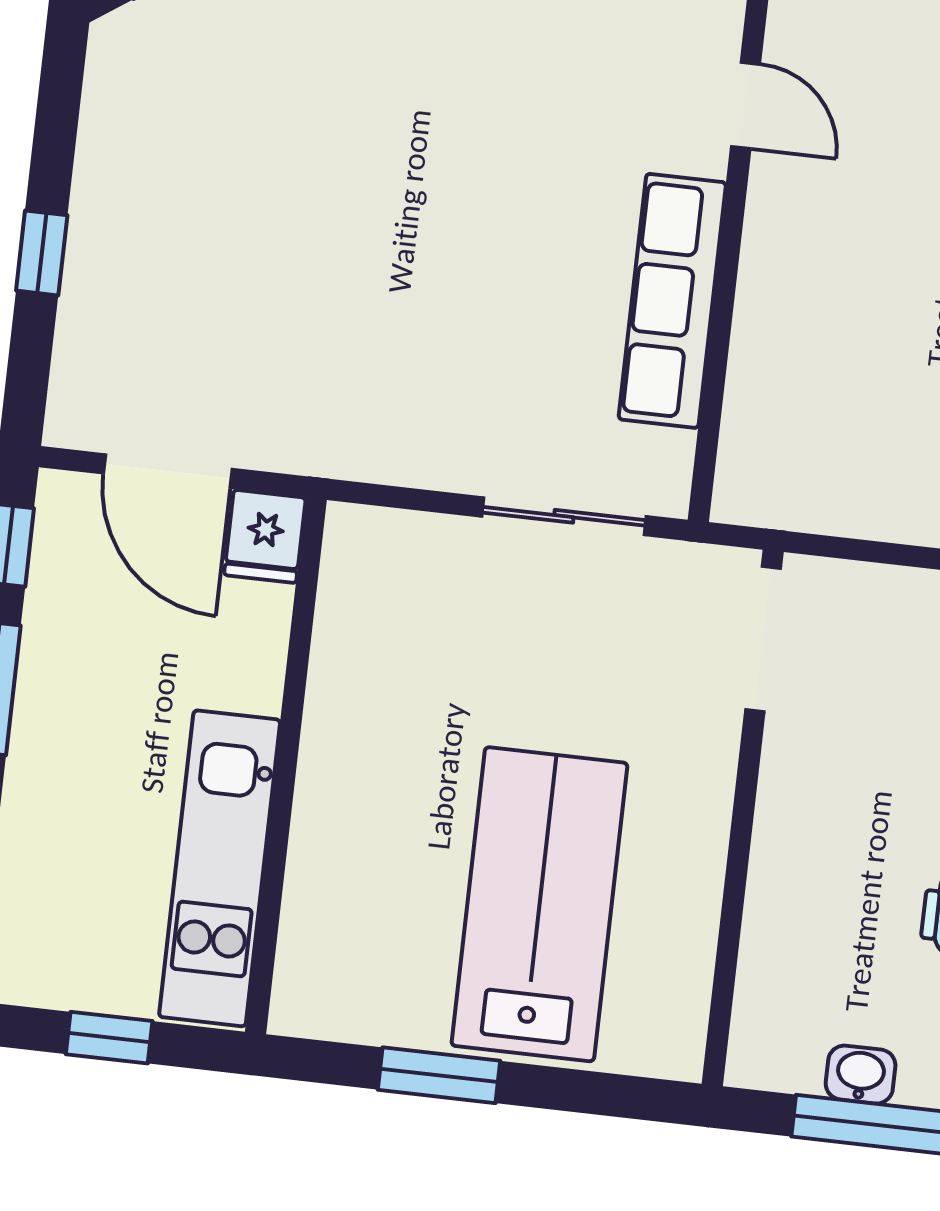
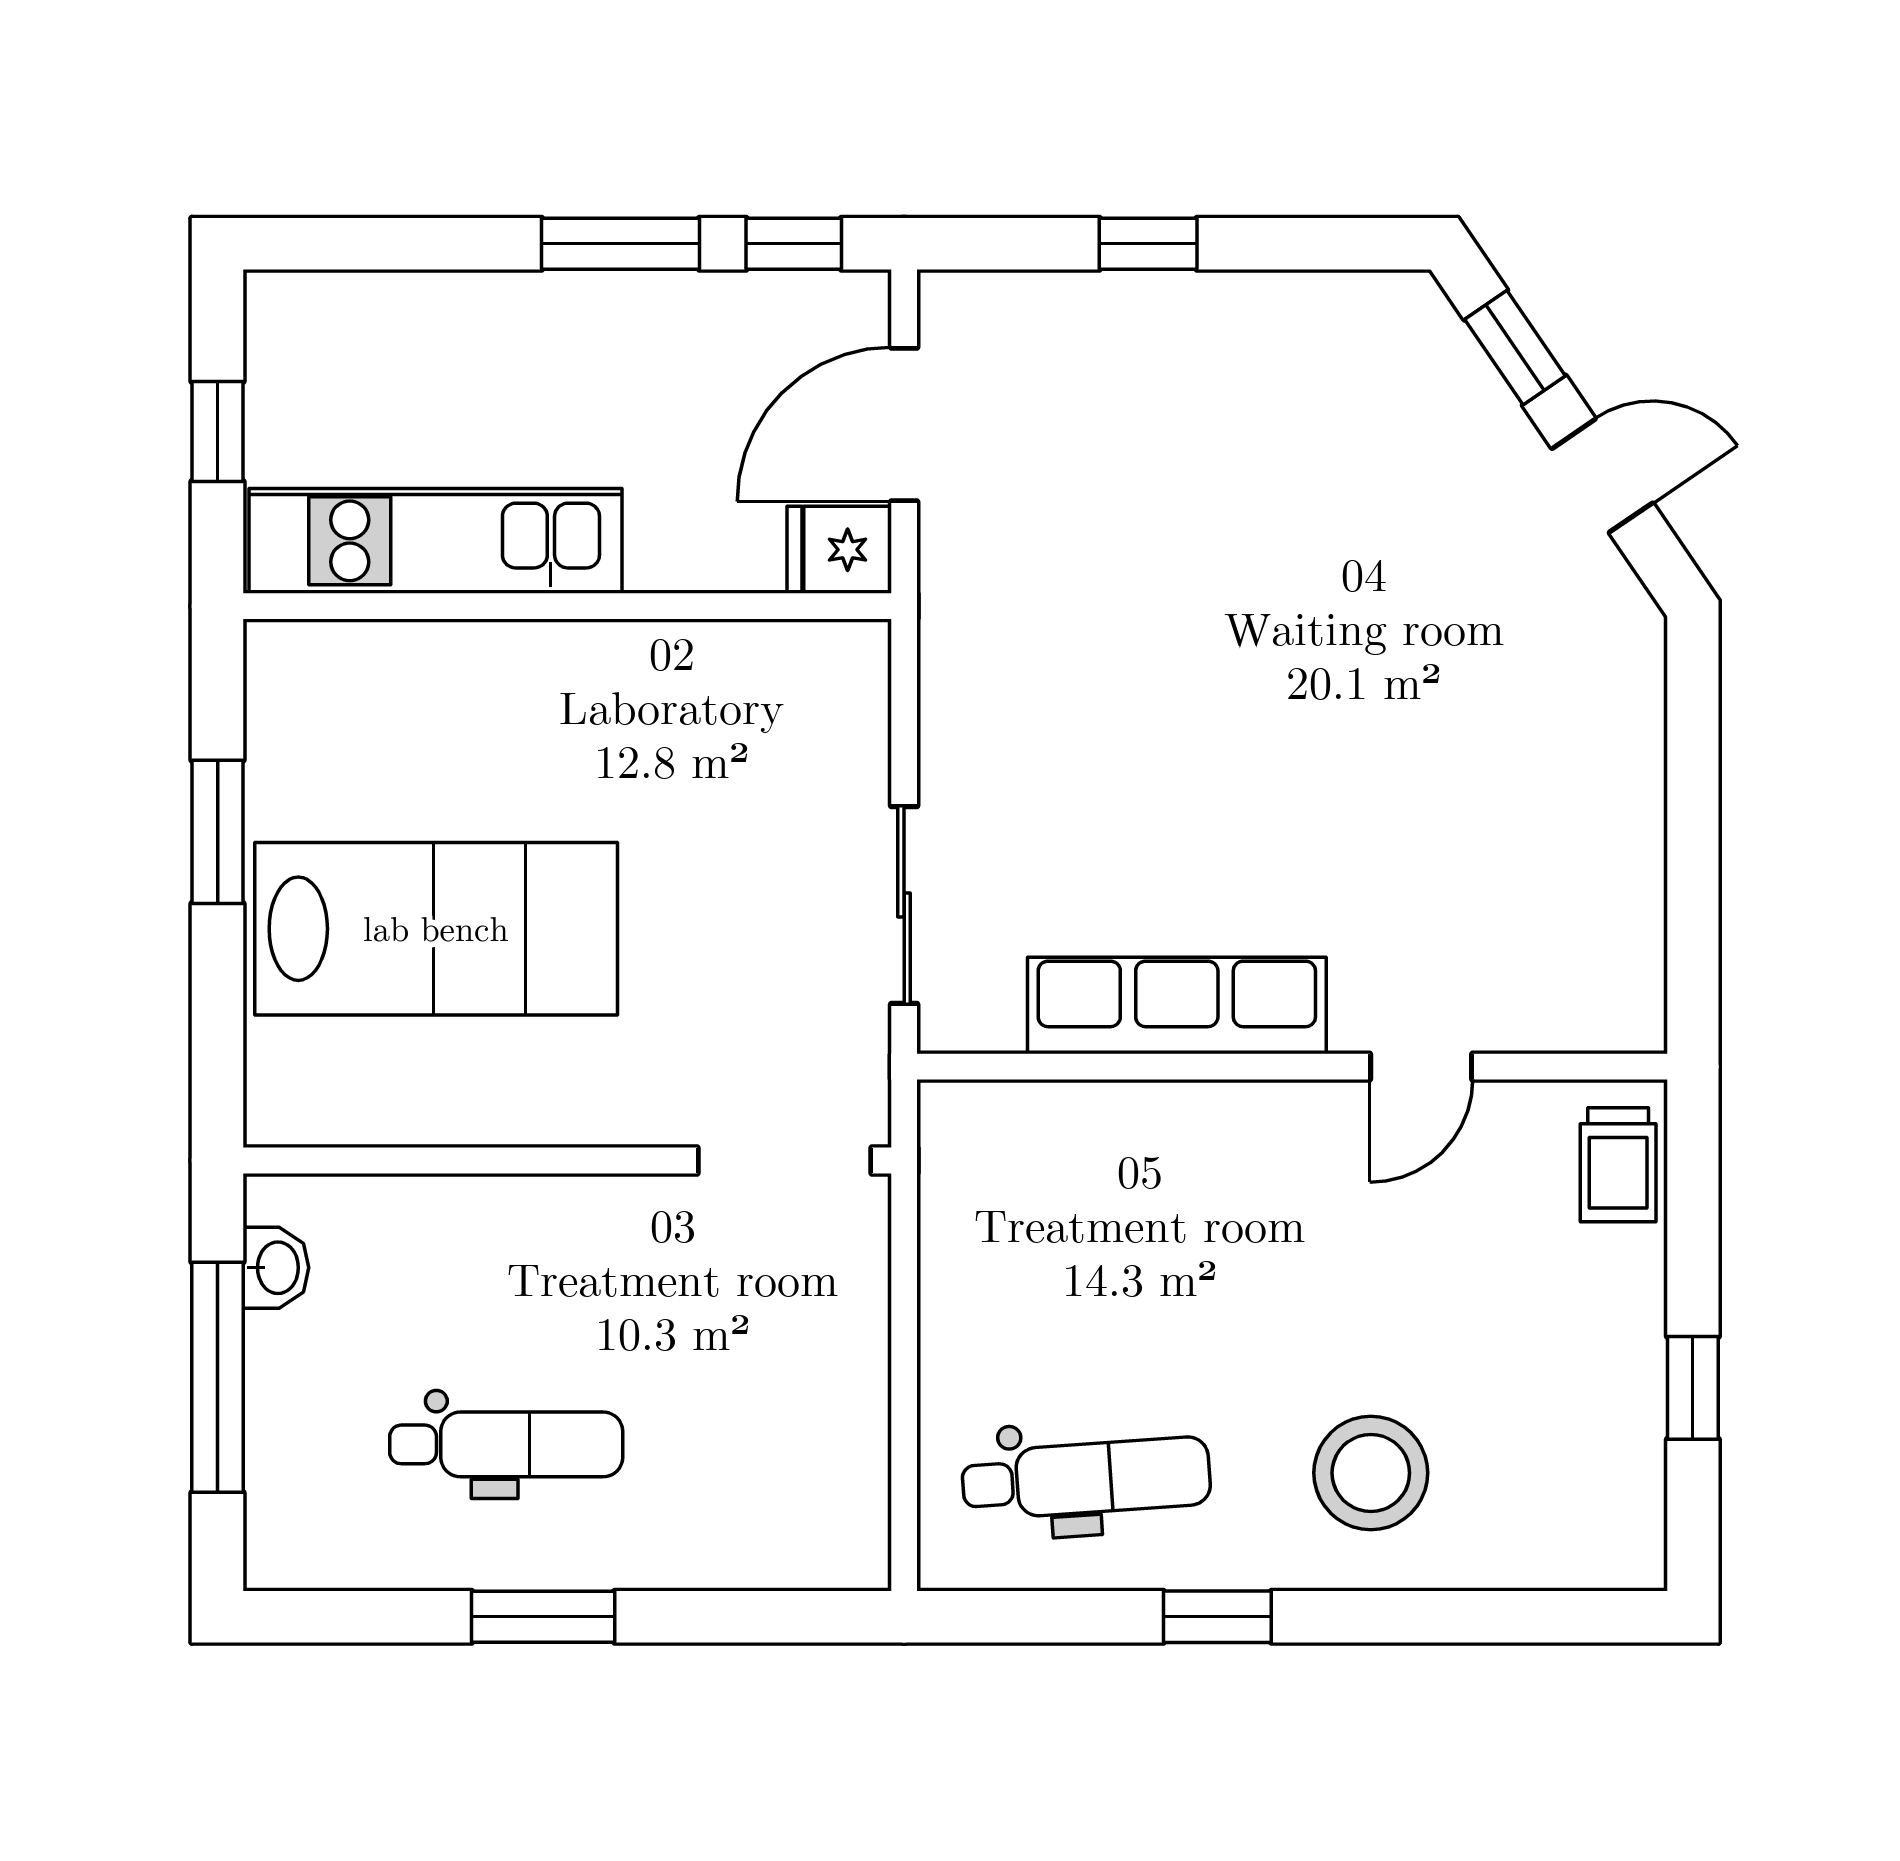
washbasin: (861, 1075) -> (276, 1268), moved

